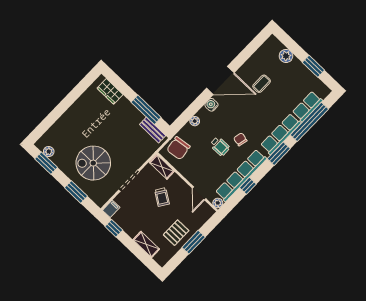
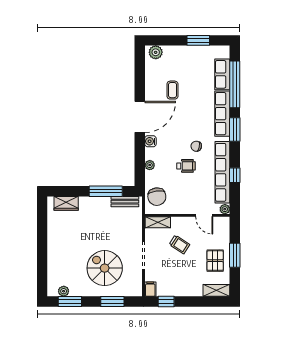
plant: (286, 56) -> (156, 52), moved
spiral stairs: (93, 163) -> (105, 268), turned 90
shelving: (146, 244) -> (216, 290), moved

